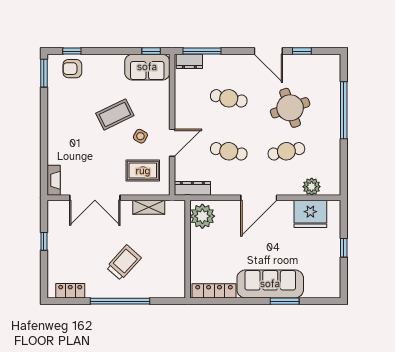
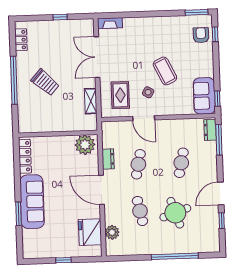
dresser: (192, 188) -> (108, 159), moved, width x0.70

